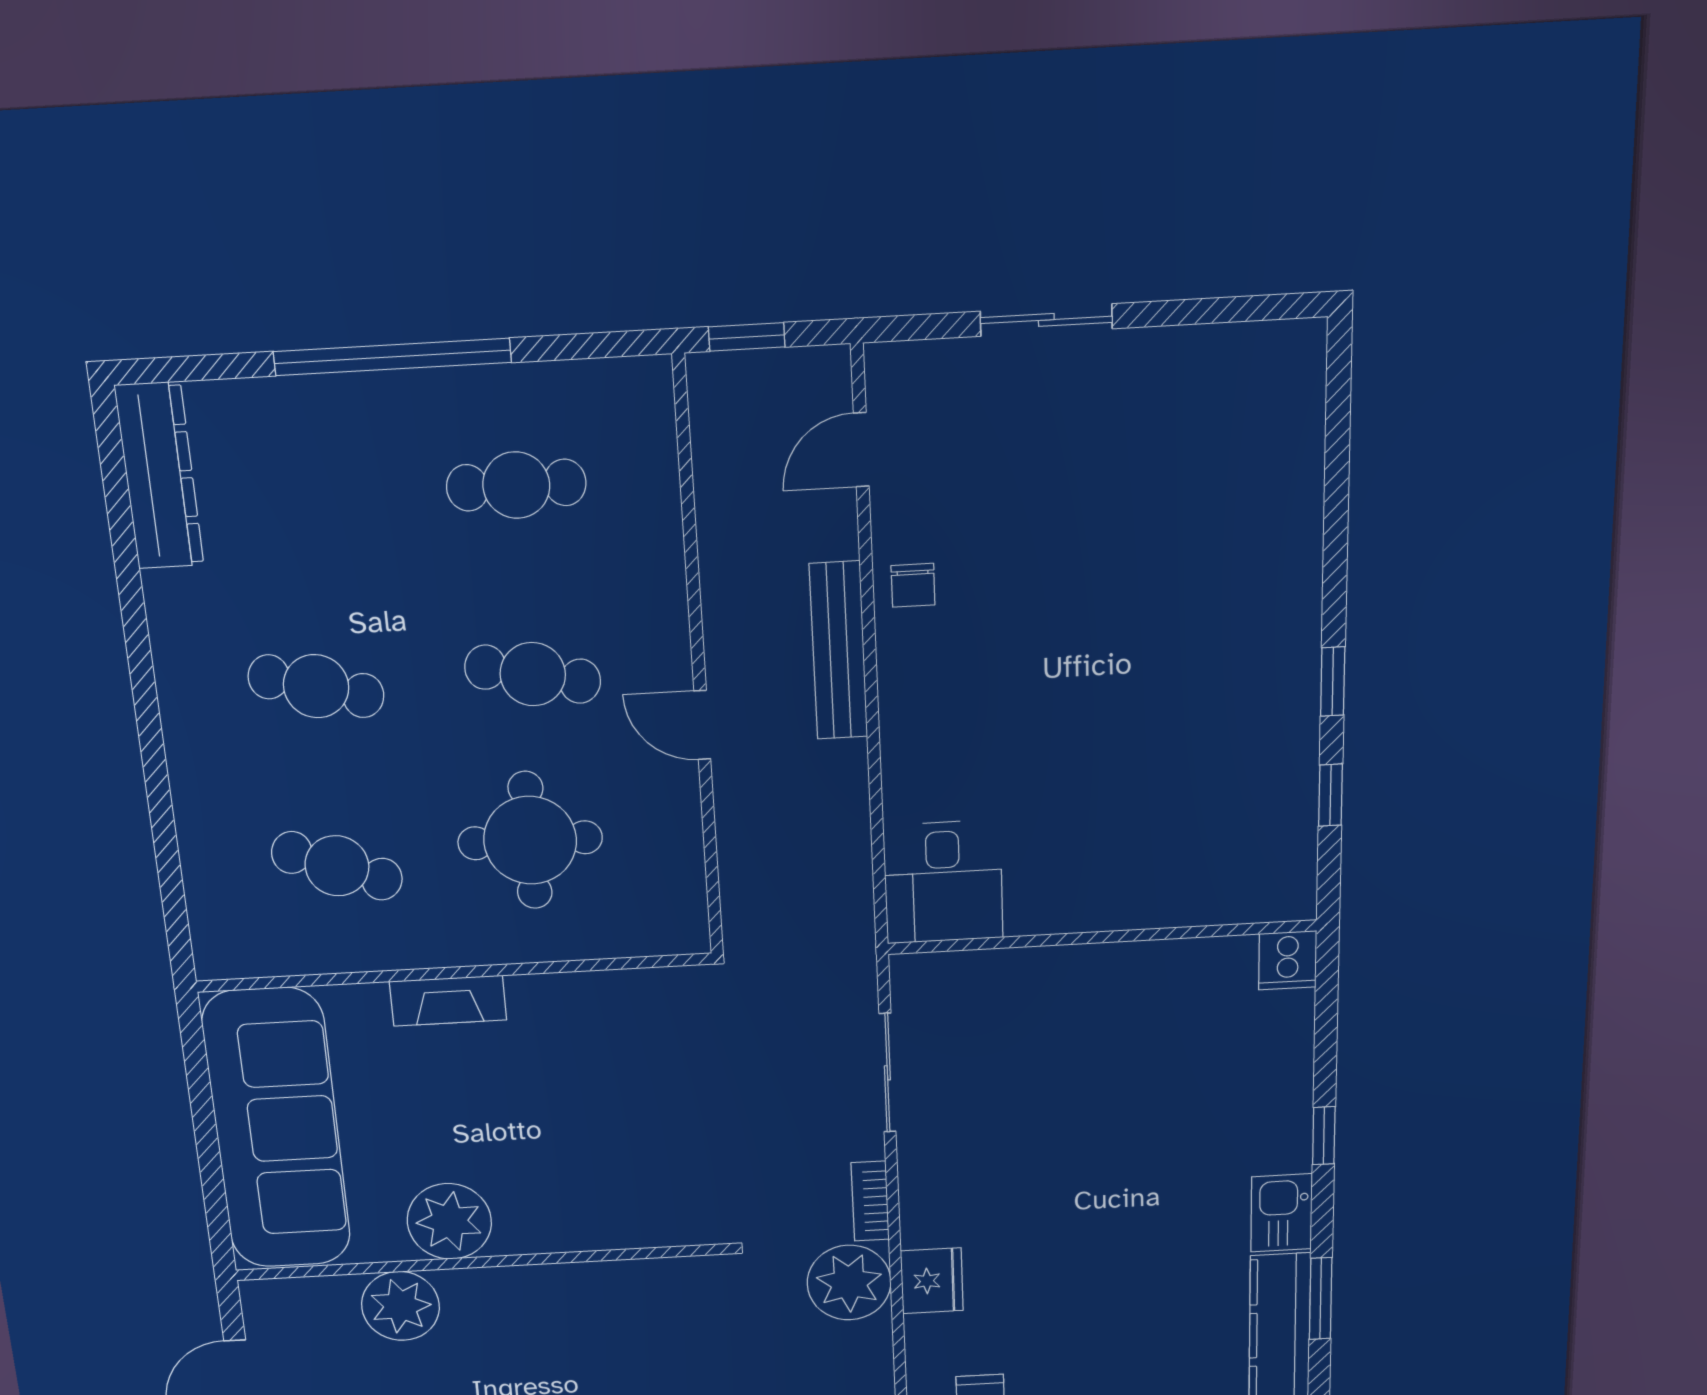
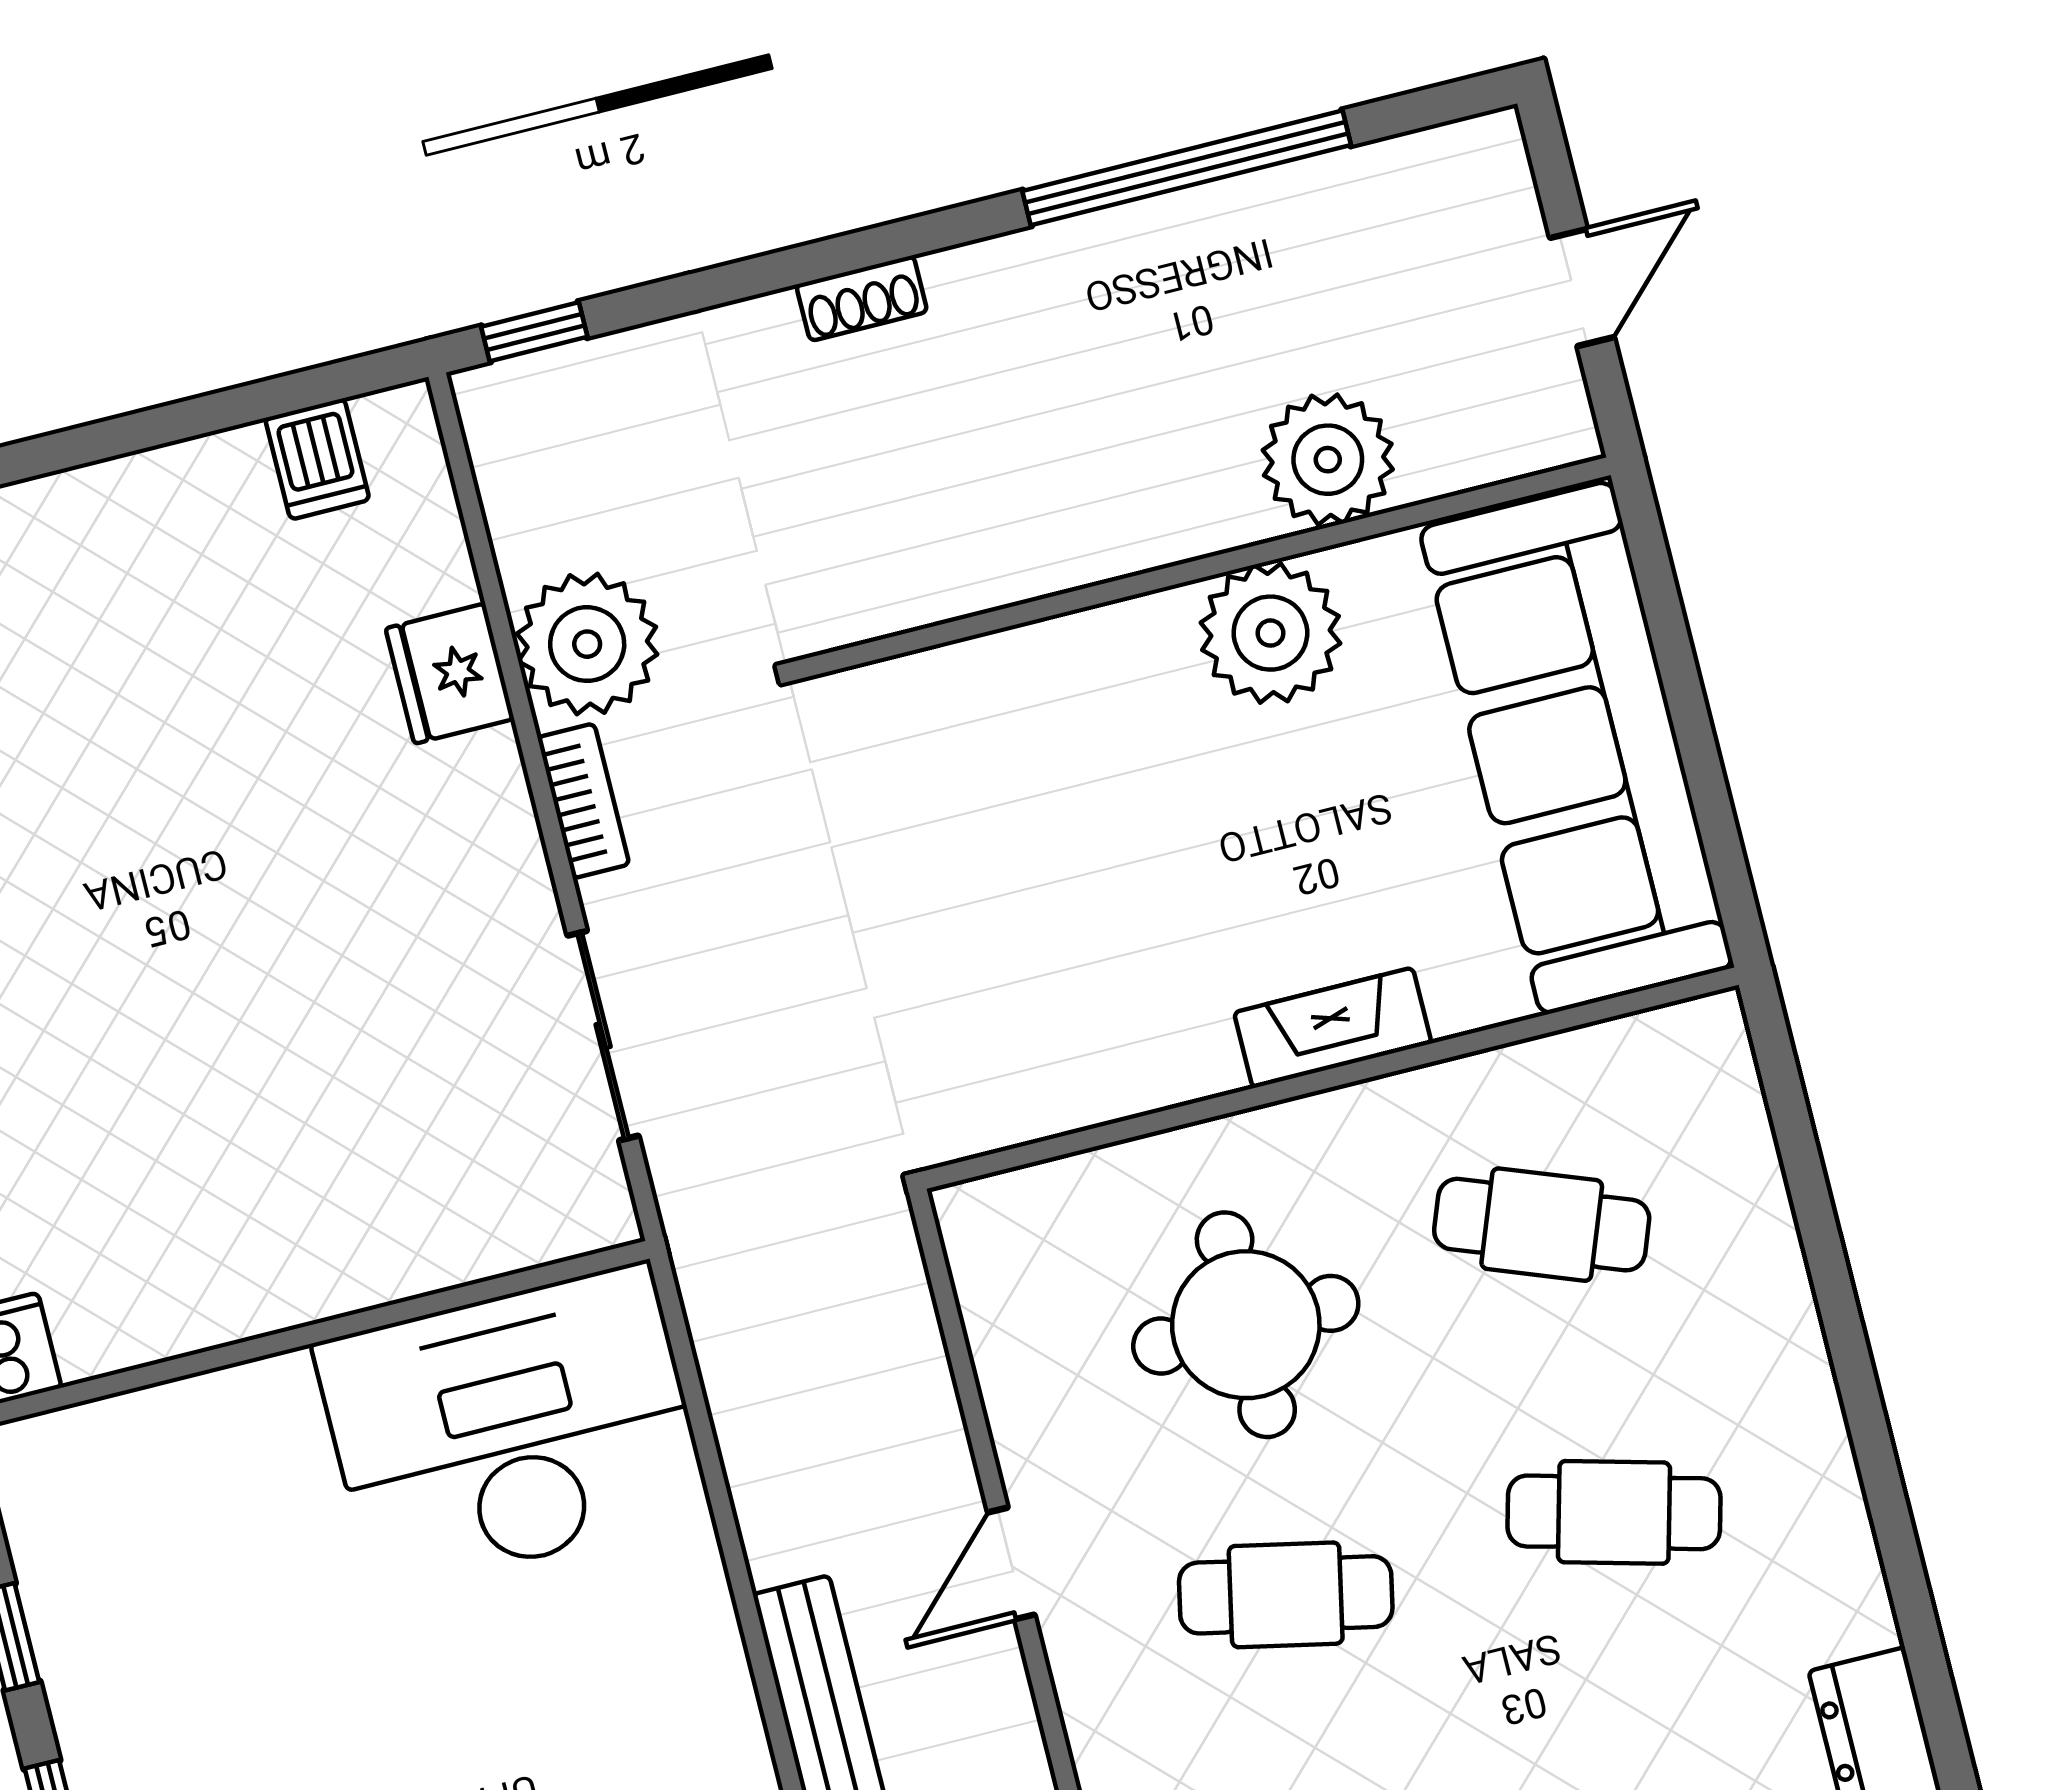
door: (702, 725) -> (1011, 1564), swing flipped
desk: (943, 882) -> (512, 1428), width x1.87, depth x1.30

